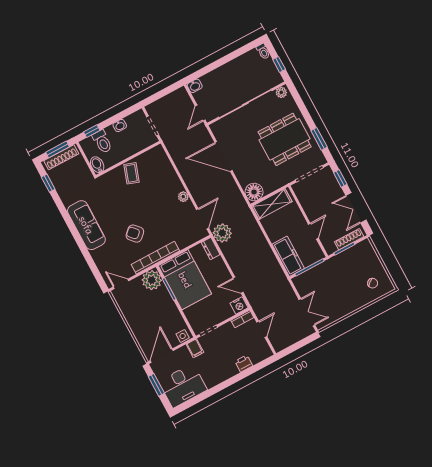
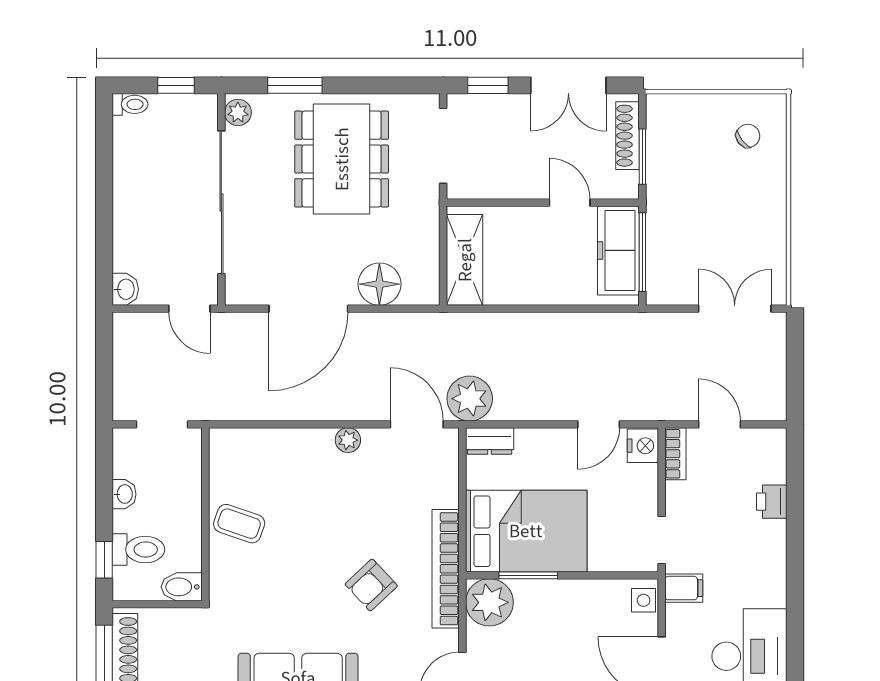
window: (319, 139) -> (295, 85), moved
floor lamp: (254, 192) -> (379, 284), moved
freezer: (288, 256) -> (618, 250), moved, turned -90

